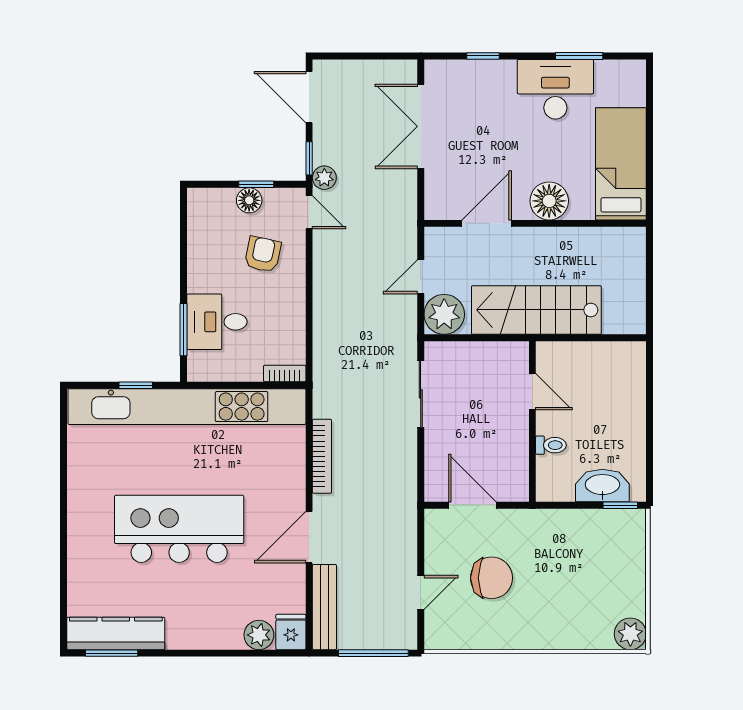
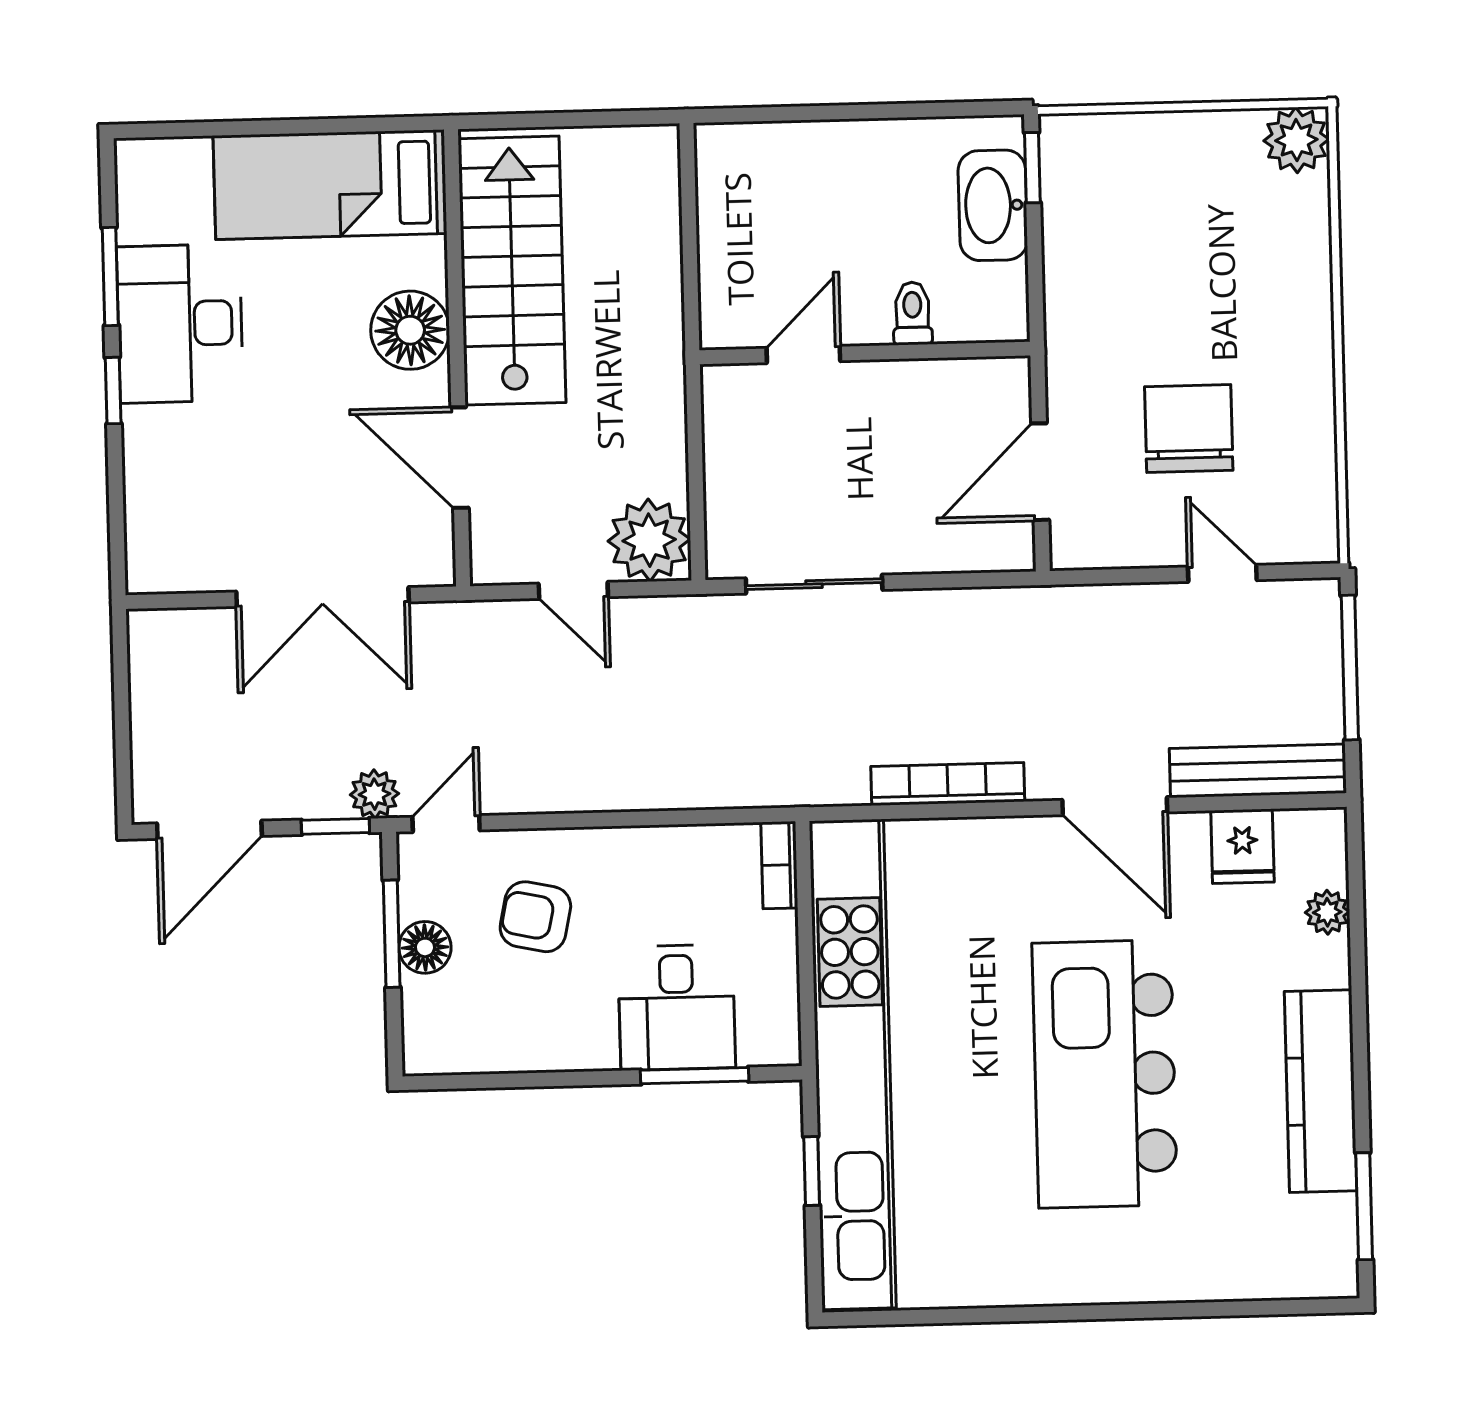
window: (483, 56) -> (113, 391), moved
double door: (421, 126) -> (323, 597), moved
window: (256, 184) -> (392, 934), width x1.50
stairs: (536, 310) -> (512, 271), moved, turned 180
fridge: (291, 632) -> (1242, 846), moved, turned -90
kitchen counter: (116, 633) -> (1321, 1091), moved
plant: (259, 635) -> (1327, 912), width x0.73, depth x0.73

